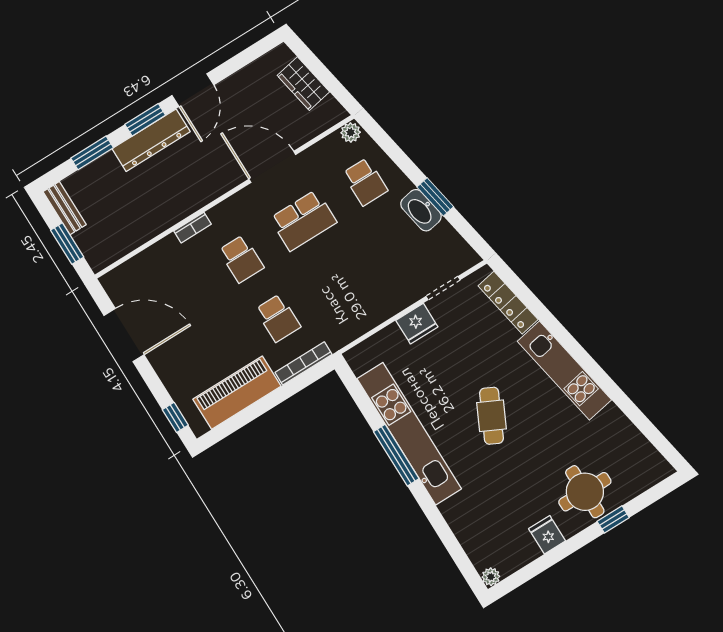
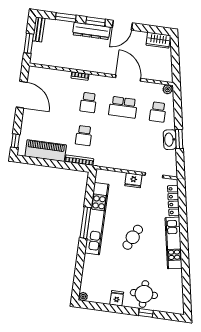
wardrobe: (303, 84) -> (158, 40), moved, turned -79

